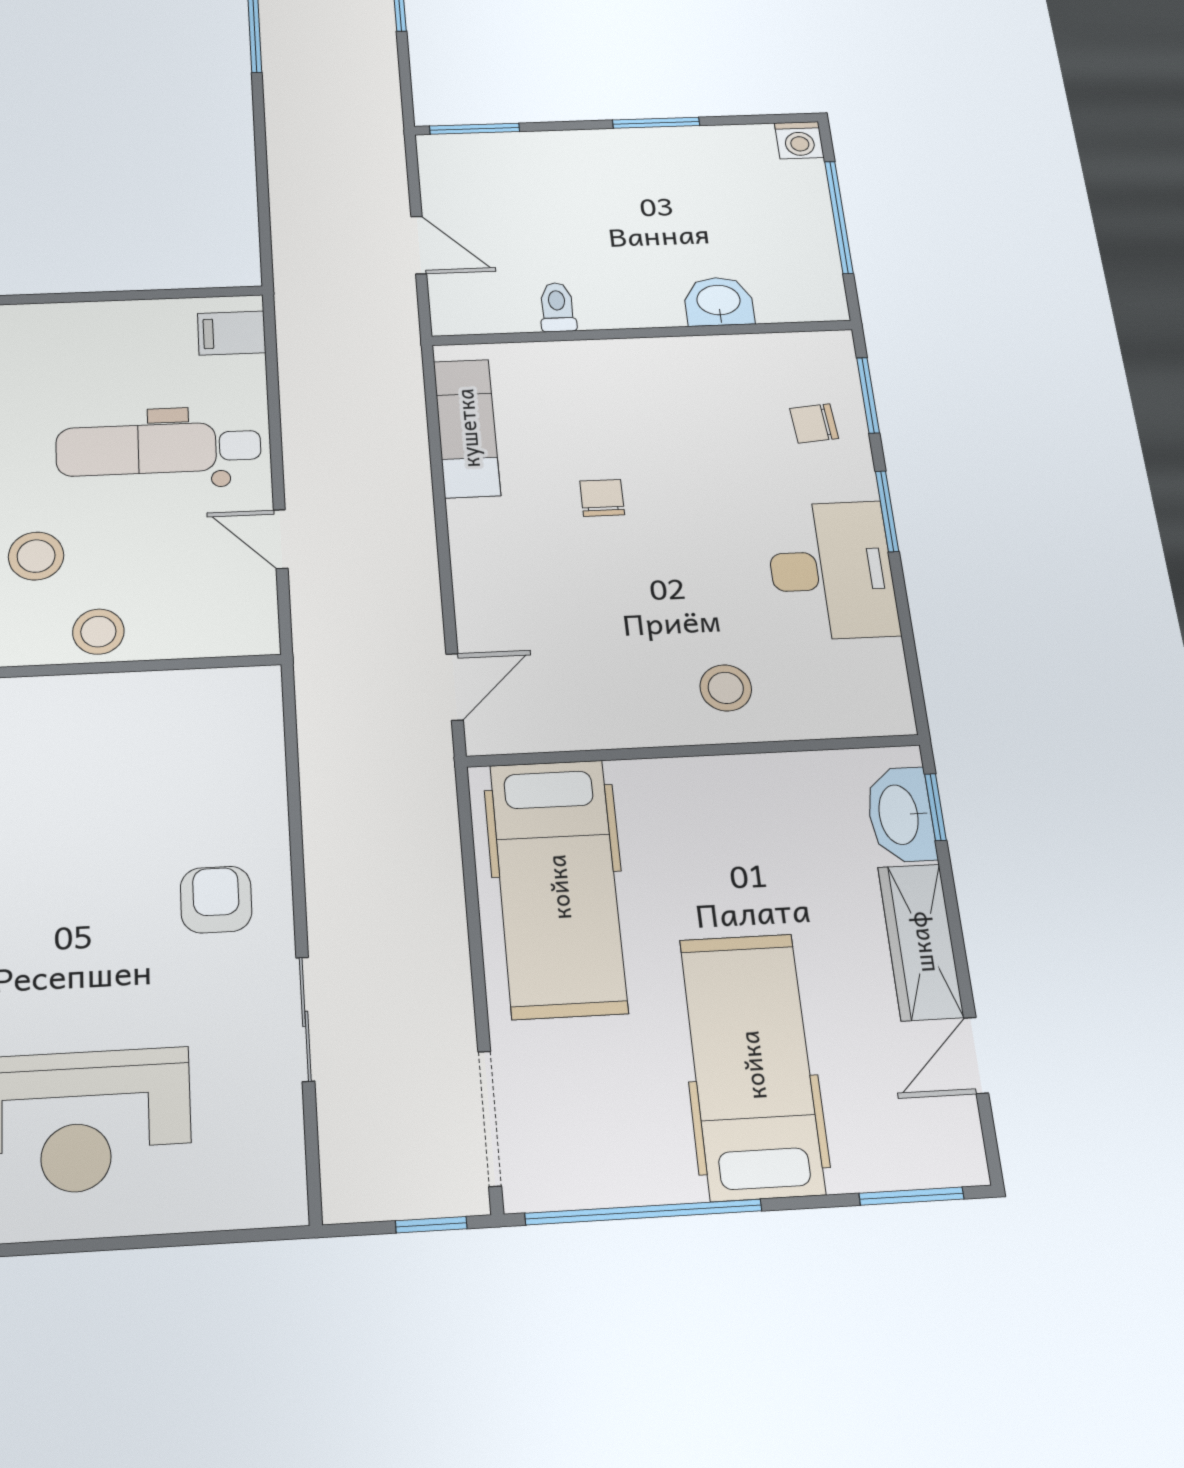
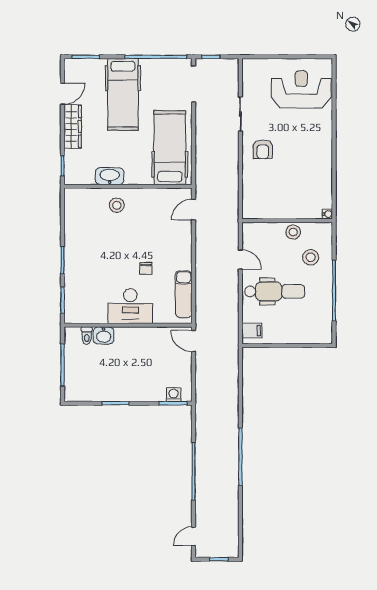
washing machine: (799, 140) -> (174, 395), moved
door: (419, 245) -> (194, 341), moved
toilet: (557, 307) -> (87, 336), moved
chair: (814, 423) -> (80, 291), removed
desk: (831, 570) -> (130, 306), moved, turned -90
washbasin: (900, 815) -> (110, 176), moved, turned -90

